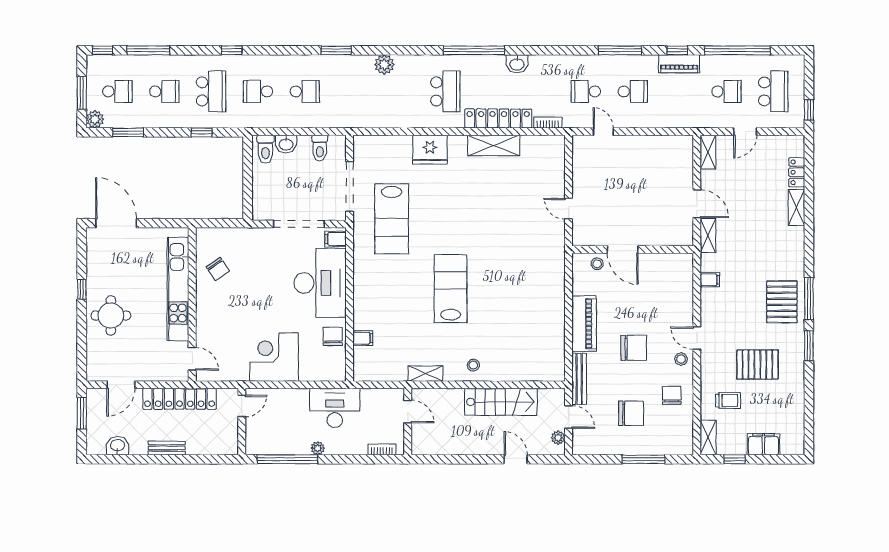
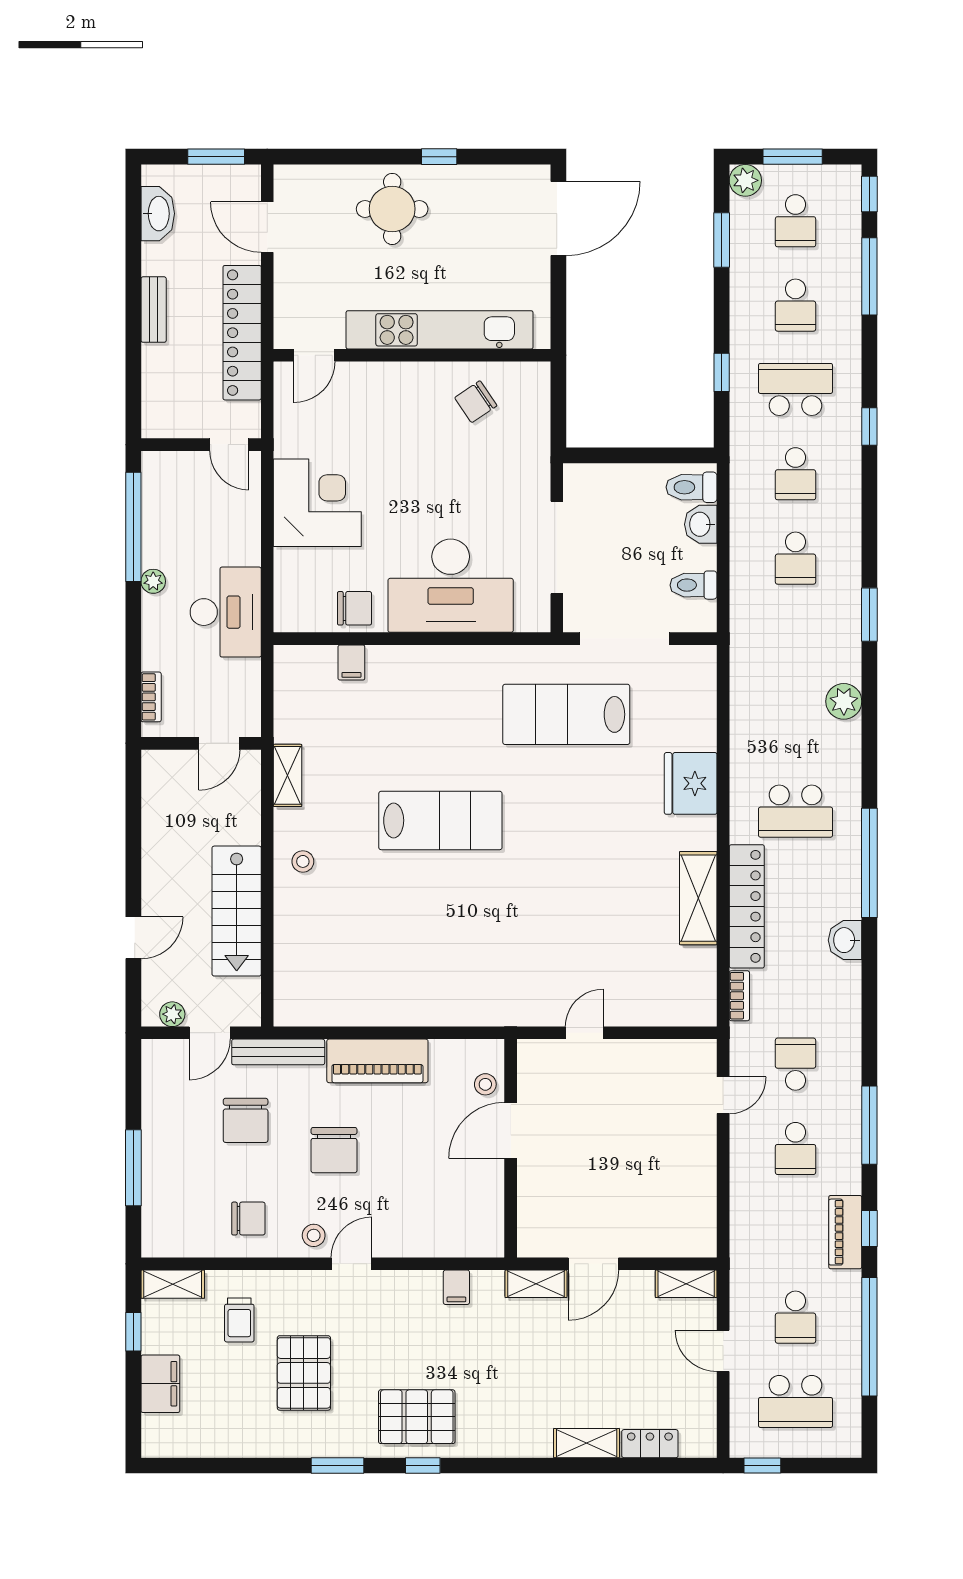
school desk: (211, 91) -> (795, 389), turned 180
school desk: (258, 91) -> (795, 474), turned 180
filing cabinet: (336, 239) -> (530, 613), removed
window: (809, 299) -> (423, 1466), width x0.46
chair: (631, 413) -> (246, 1120), moved
washbasin: (118, 446) -> (158, 214), width x1.38

